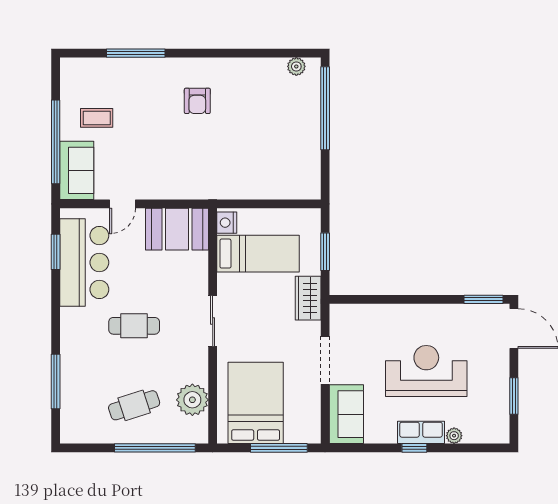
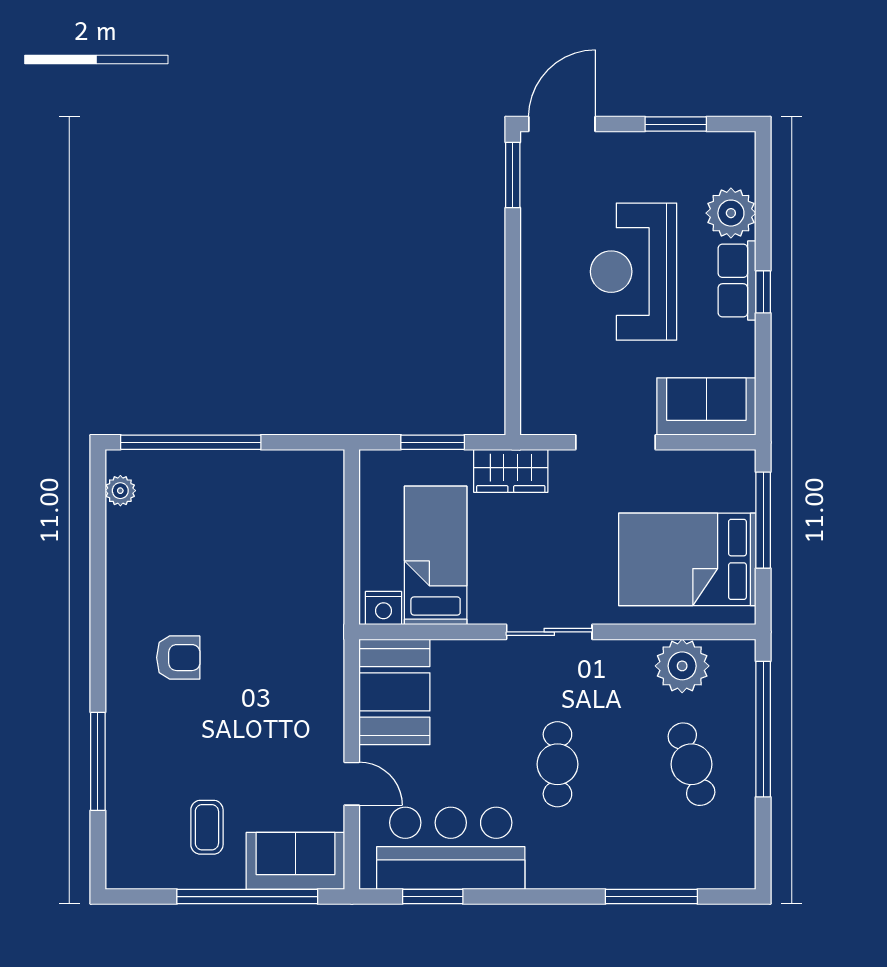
plant: (454, 436) -> (731, 213), width x1.88, depth x1.88

